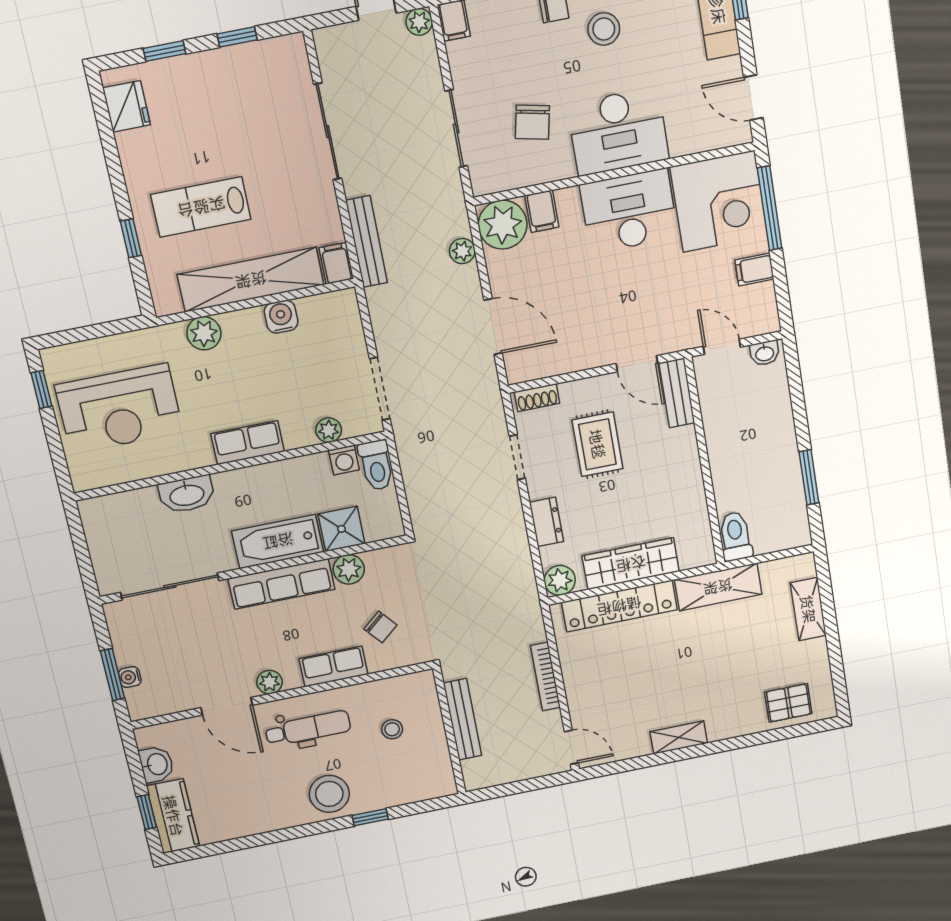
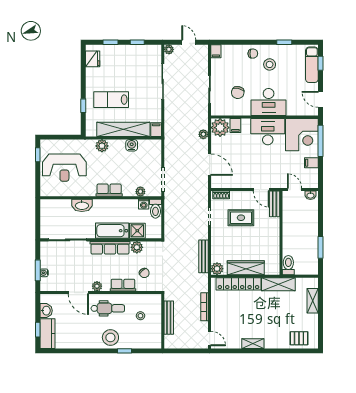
plant: (419, 22) -> (169, 49), moved
bench: (366, 242) -> (203, 256), moved
rug: (597, 444) -> (241, 218), turned 90
dresser: (546, 522) -> (216, 244), removed

